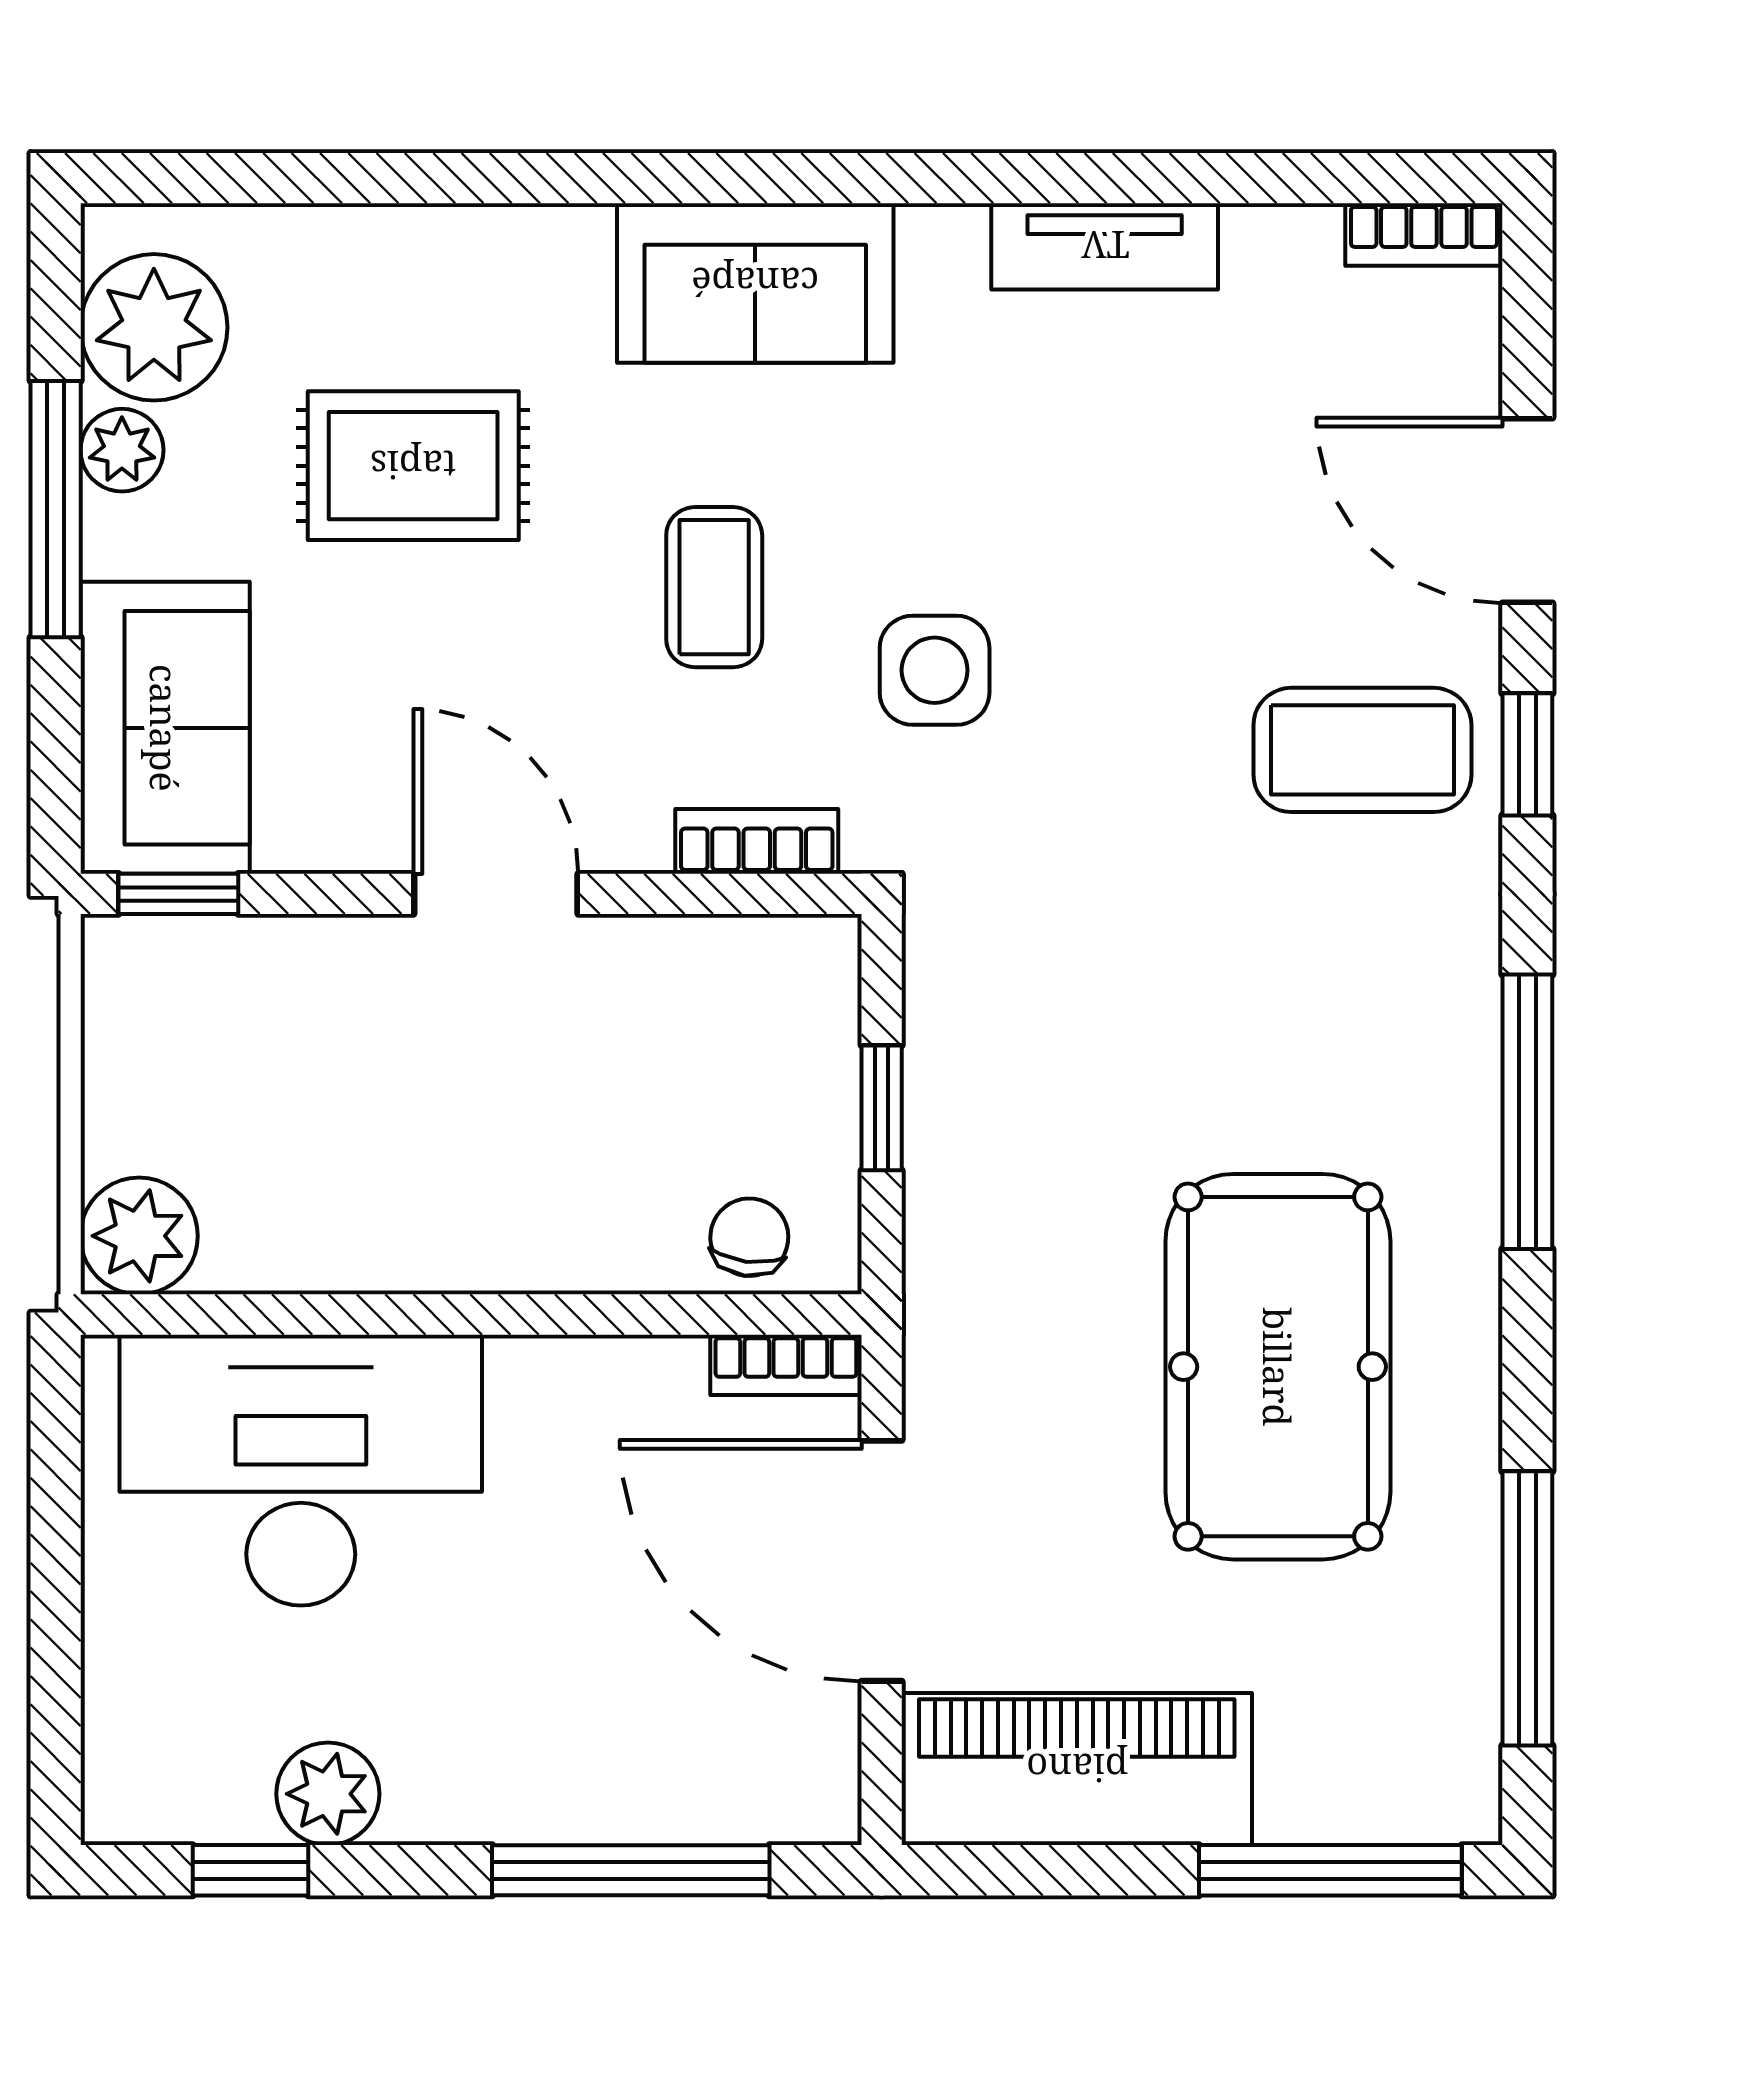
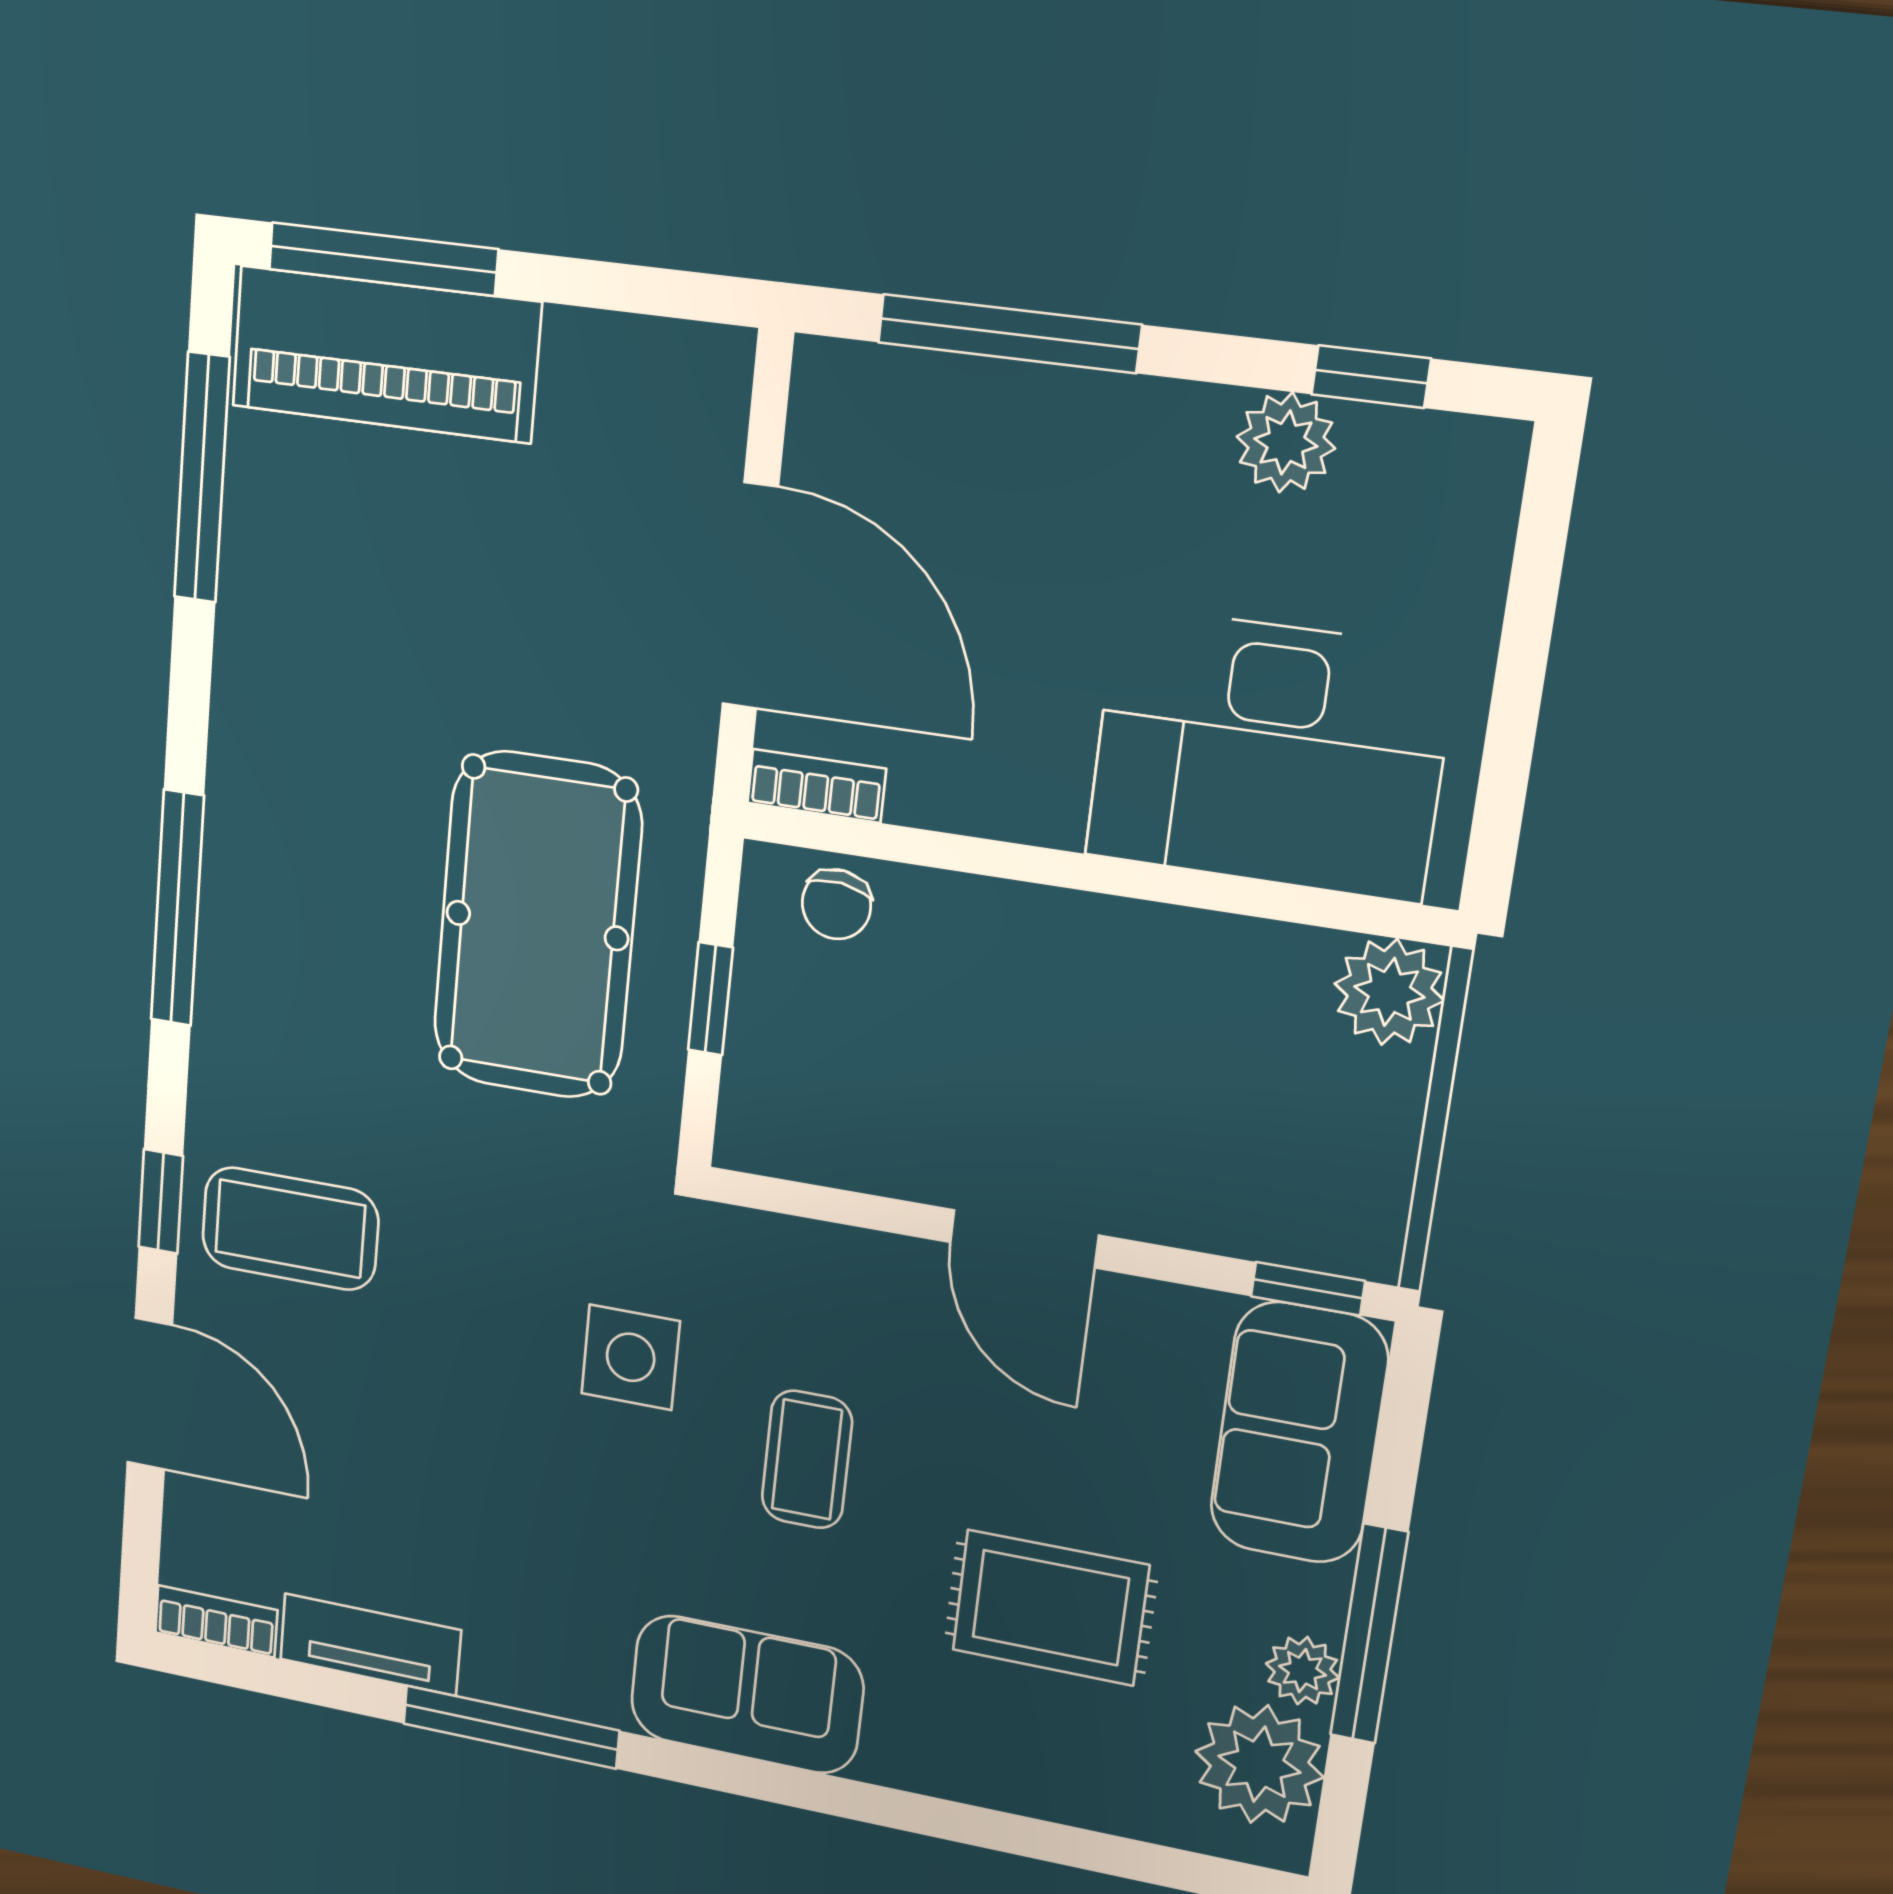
window: (1039, 178) -> (511, 1727), added
tv unit: (1105, 246) -> (370, 1645), moved
bookcase: (757, 841) -> (794, 1243), removed
pool table: (1278, 1367) -> (537, 926), moved
piano: (1077, 1769) -> (385, 354), moved

